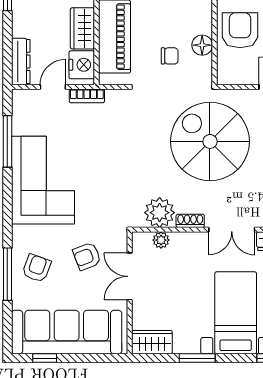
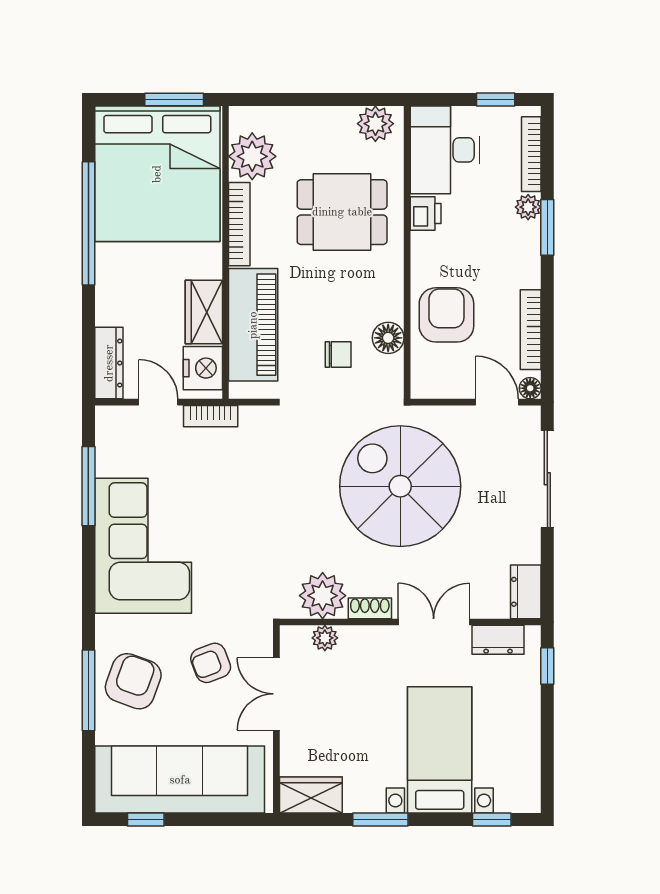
door: (53, 87) -> (158, 402), hinge flipped
double door: (232, 230) -> (434, 622), swing flipped
armchair: (37, 268) -> (133, 681), width x1.38, depth x1.38

